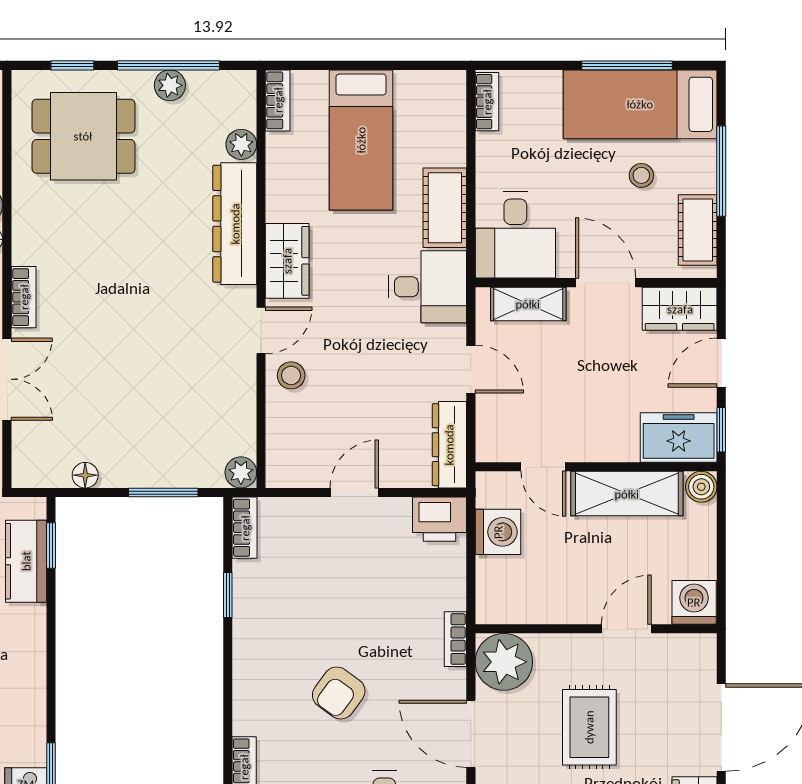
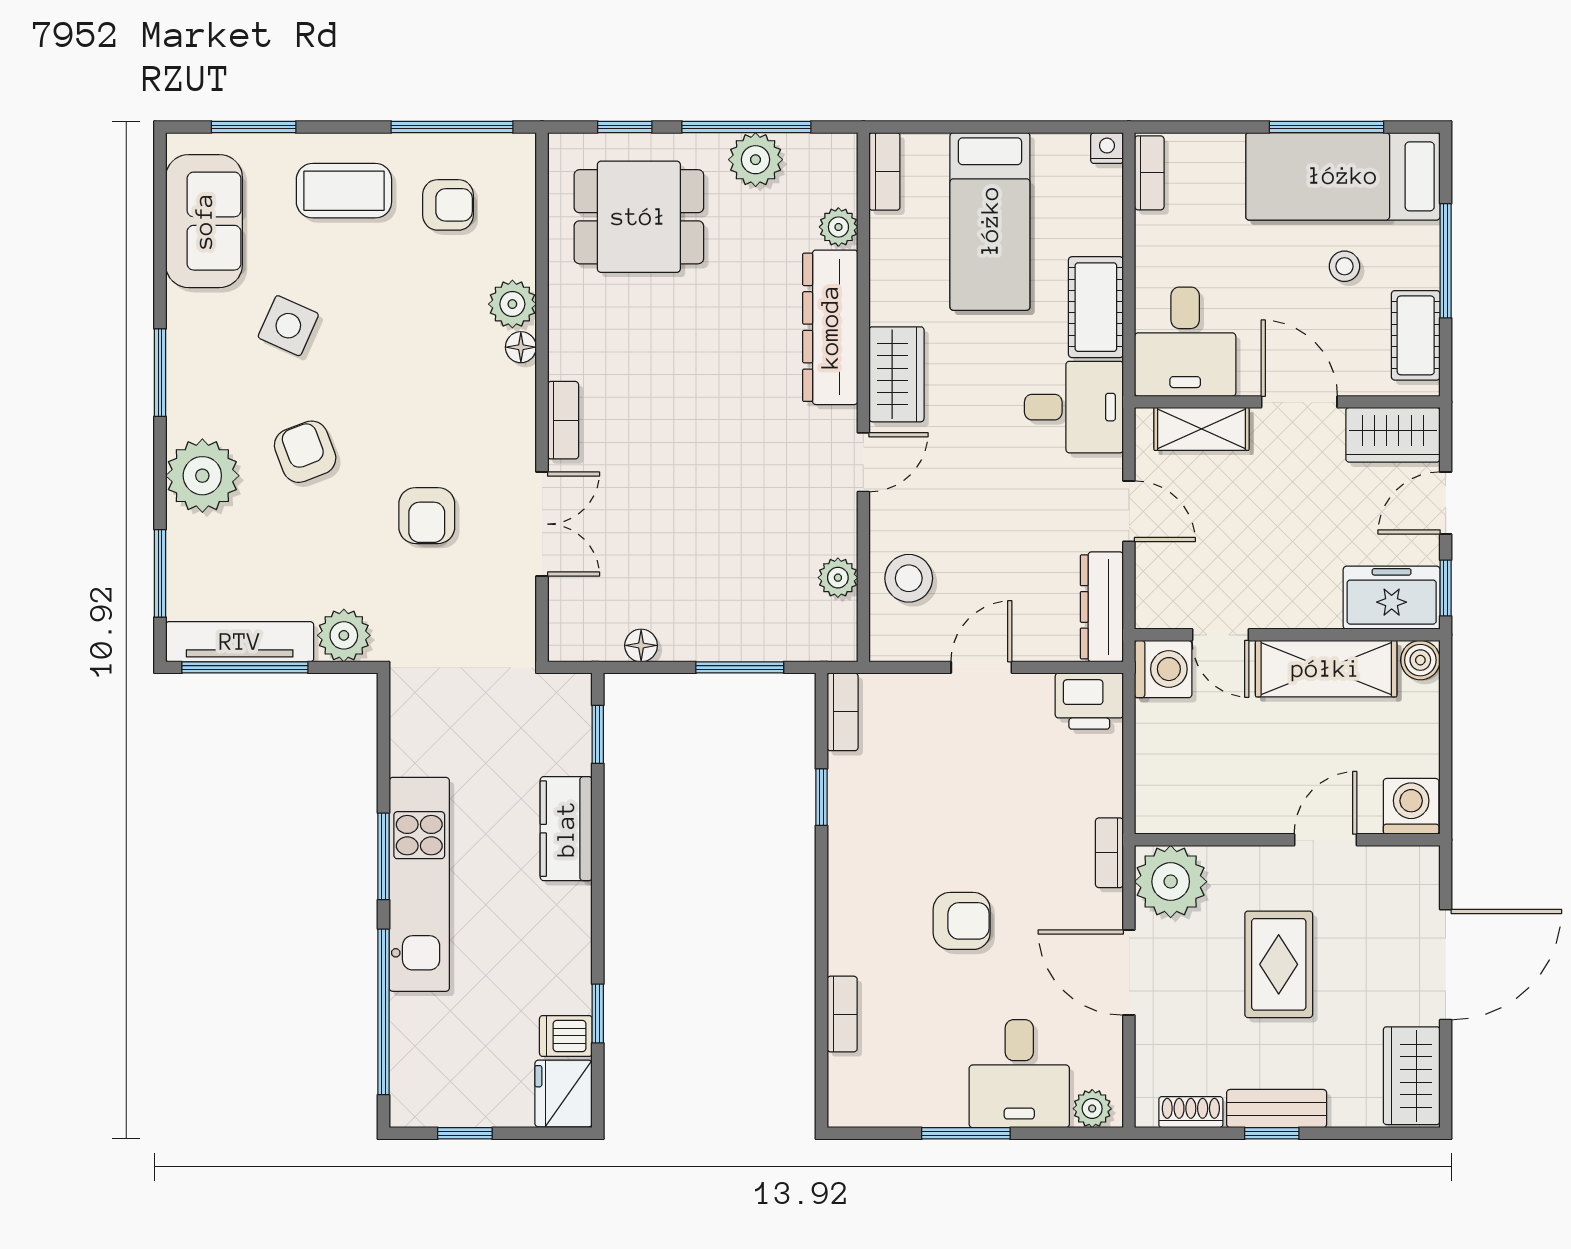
nightstand: (454, 82) -> (1107, 148), added
plant: (170, 85) -> (756, 160), width x1.38, depth x1.38
stool: (291, 375) -> (909, 578), moved, width x1.37, depth x1.37
plant: (241, 472) -> (838, 578), moved
washing machine: (498, 532) -> (1163, 669), moved
kitchen counter: (26, 561) -> (566, 829), moved
armchair: (339, 693) -> (962, 921), turned -126

